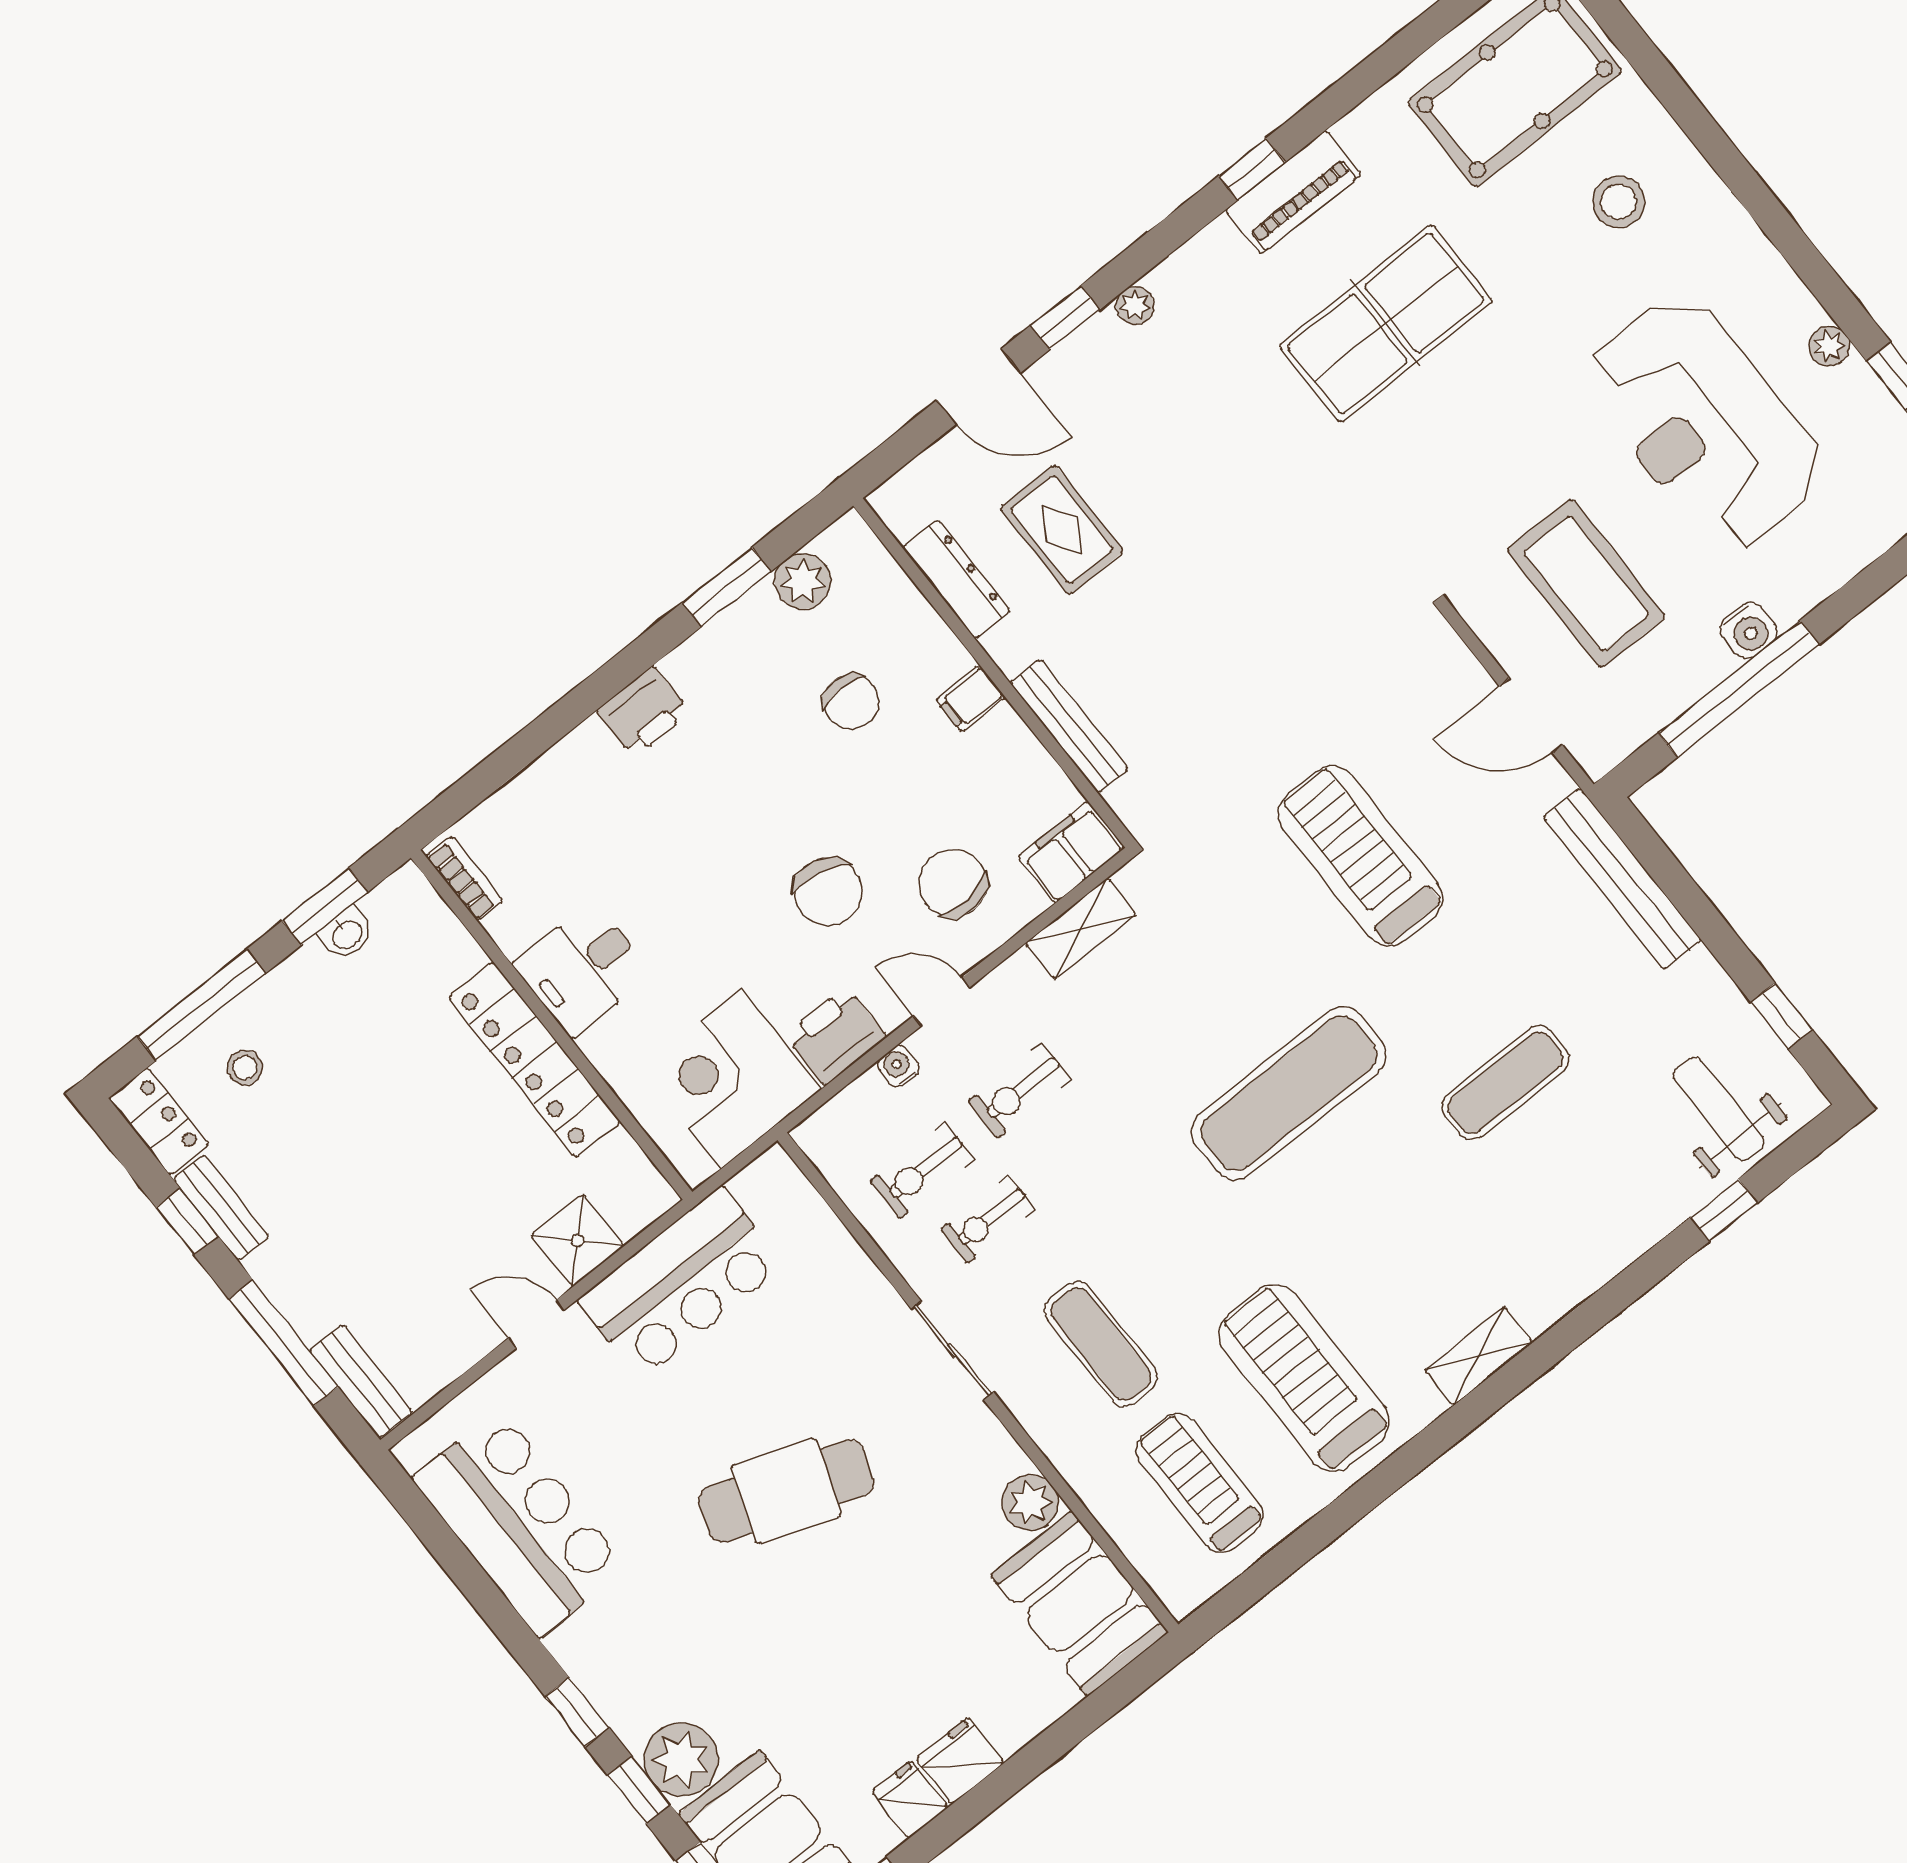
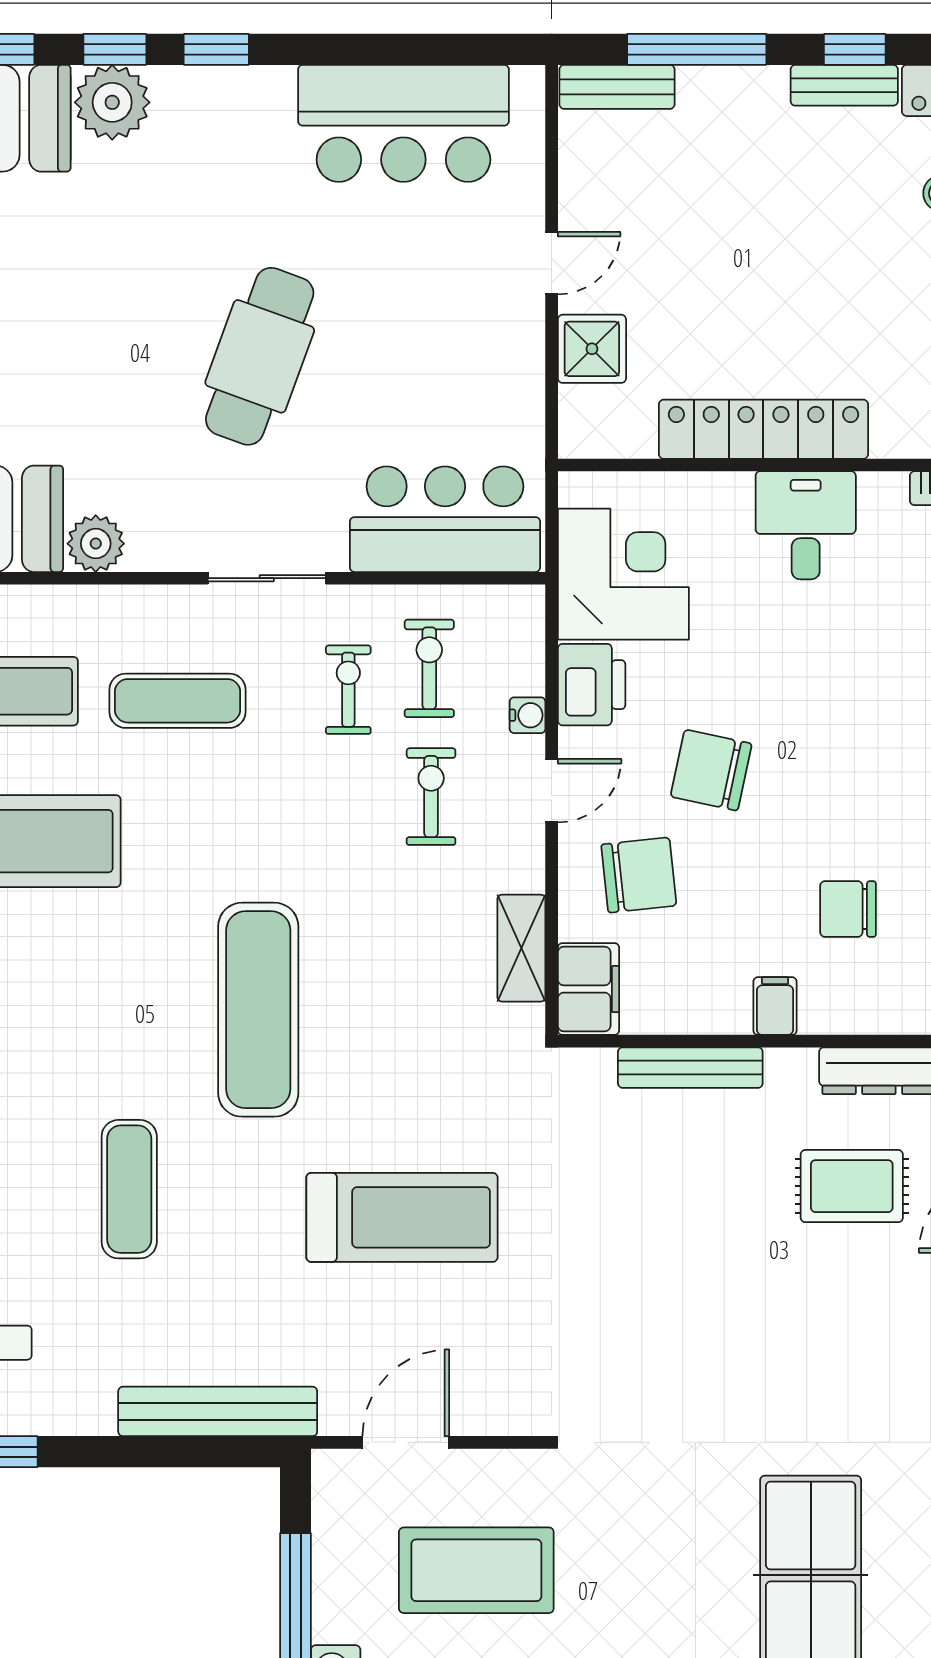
bar counter: (681, 1283) -> (445, 519), moved, turned 90

